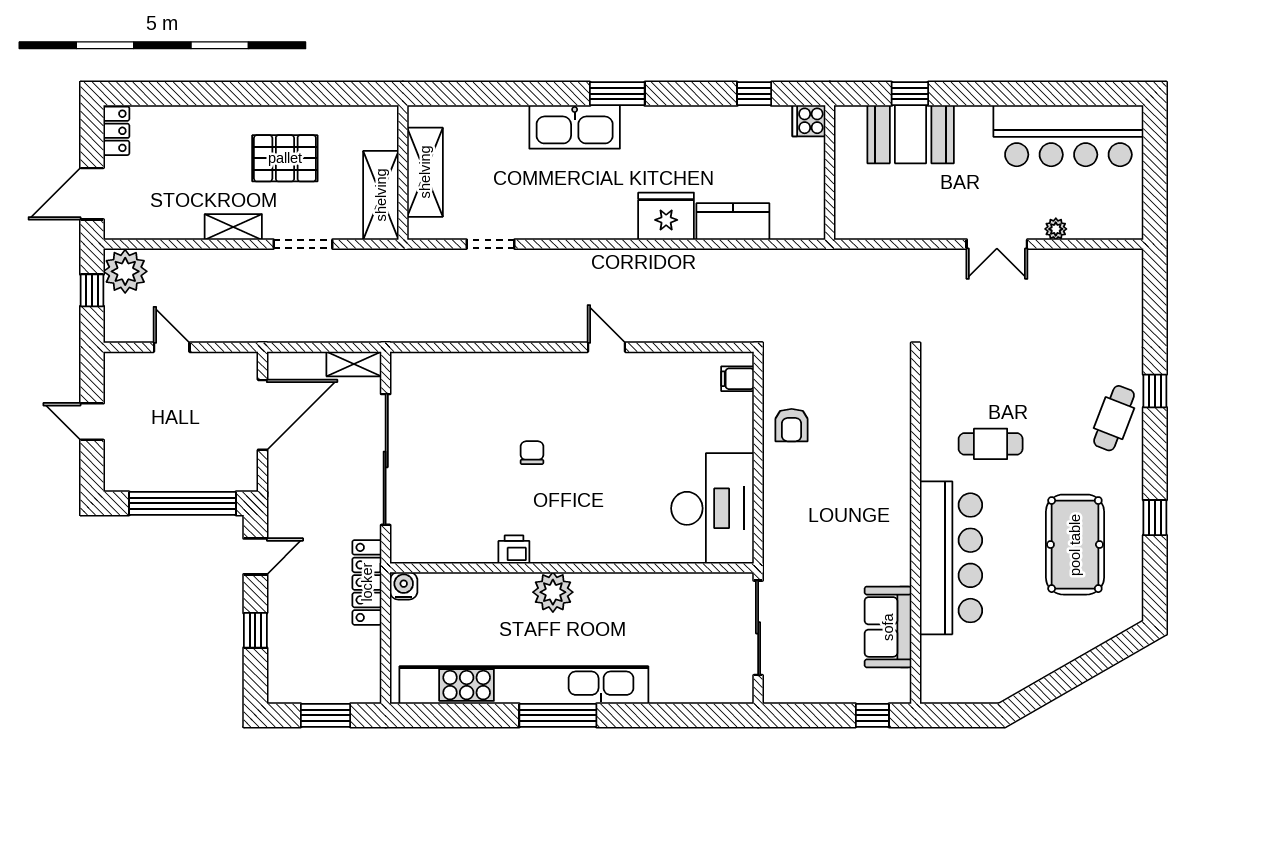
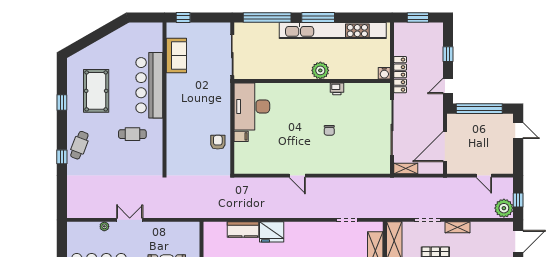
filing cabinet: (737, 379) -> (241, 136), moved
door: (92, 422) -> (518, 131), moved
window: (677, 715) -> (267, 18), added

